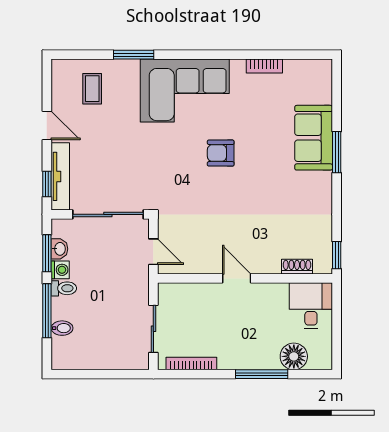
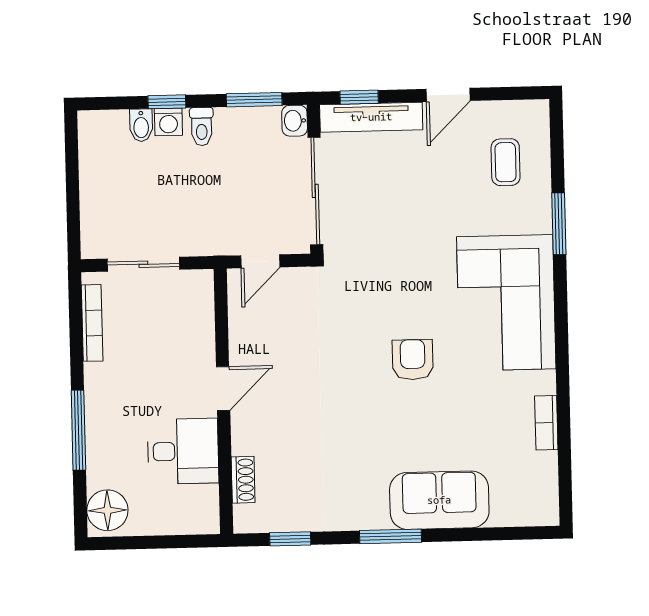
coffee table: (92, 89) -> (506, 162), turned 90
window: (337, 152) -> (391, 536), moved
washbasin: (59, 249) -> (295, 121), moved, turned 90
window: (337, 255) -> (290, 539), moved
washing machine: (60, 270) -> (168, 122), moved
desk: (311, 306) -> (183, 451), moved
window: (47, 311) -> (167, 102), width x0.46
floor lamp: (294, 356) -> (107, 510), moved

